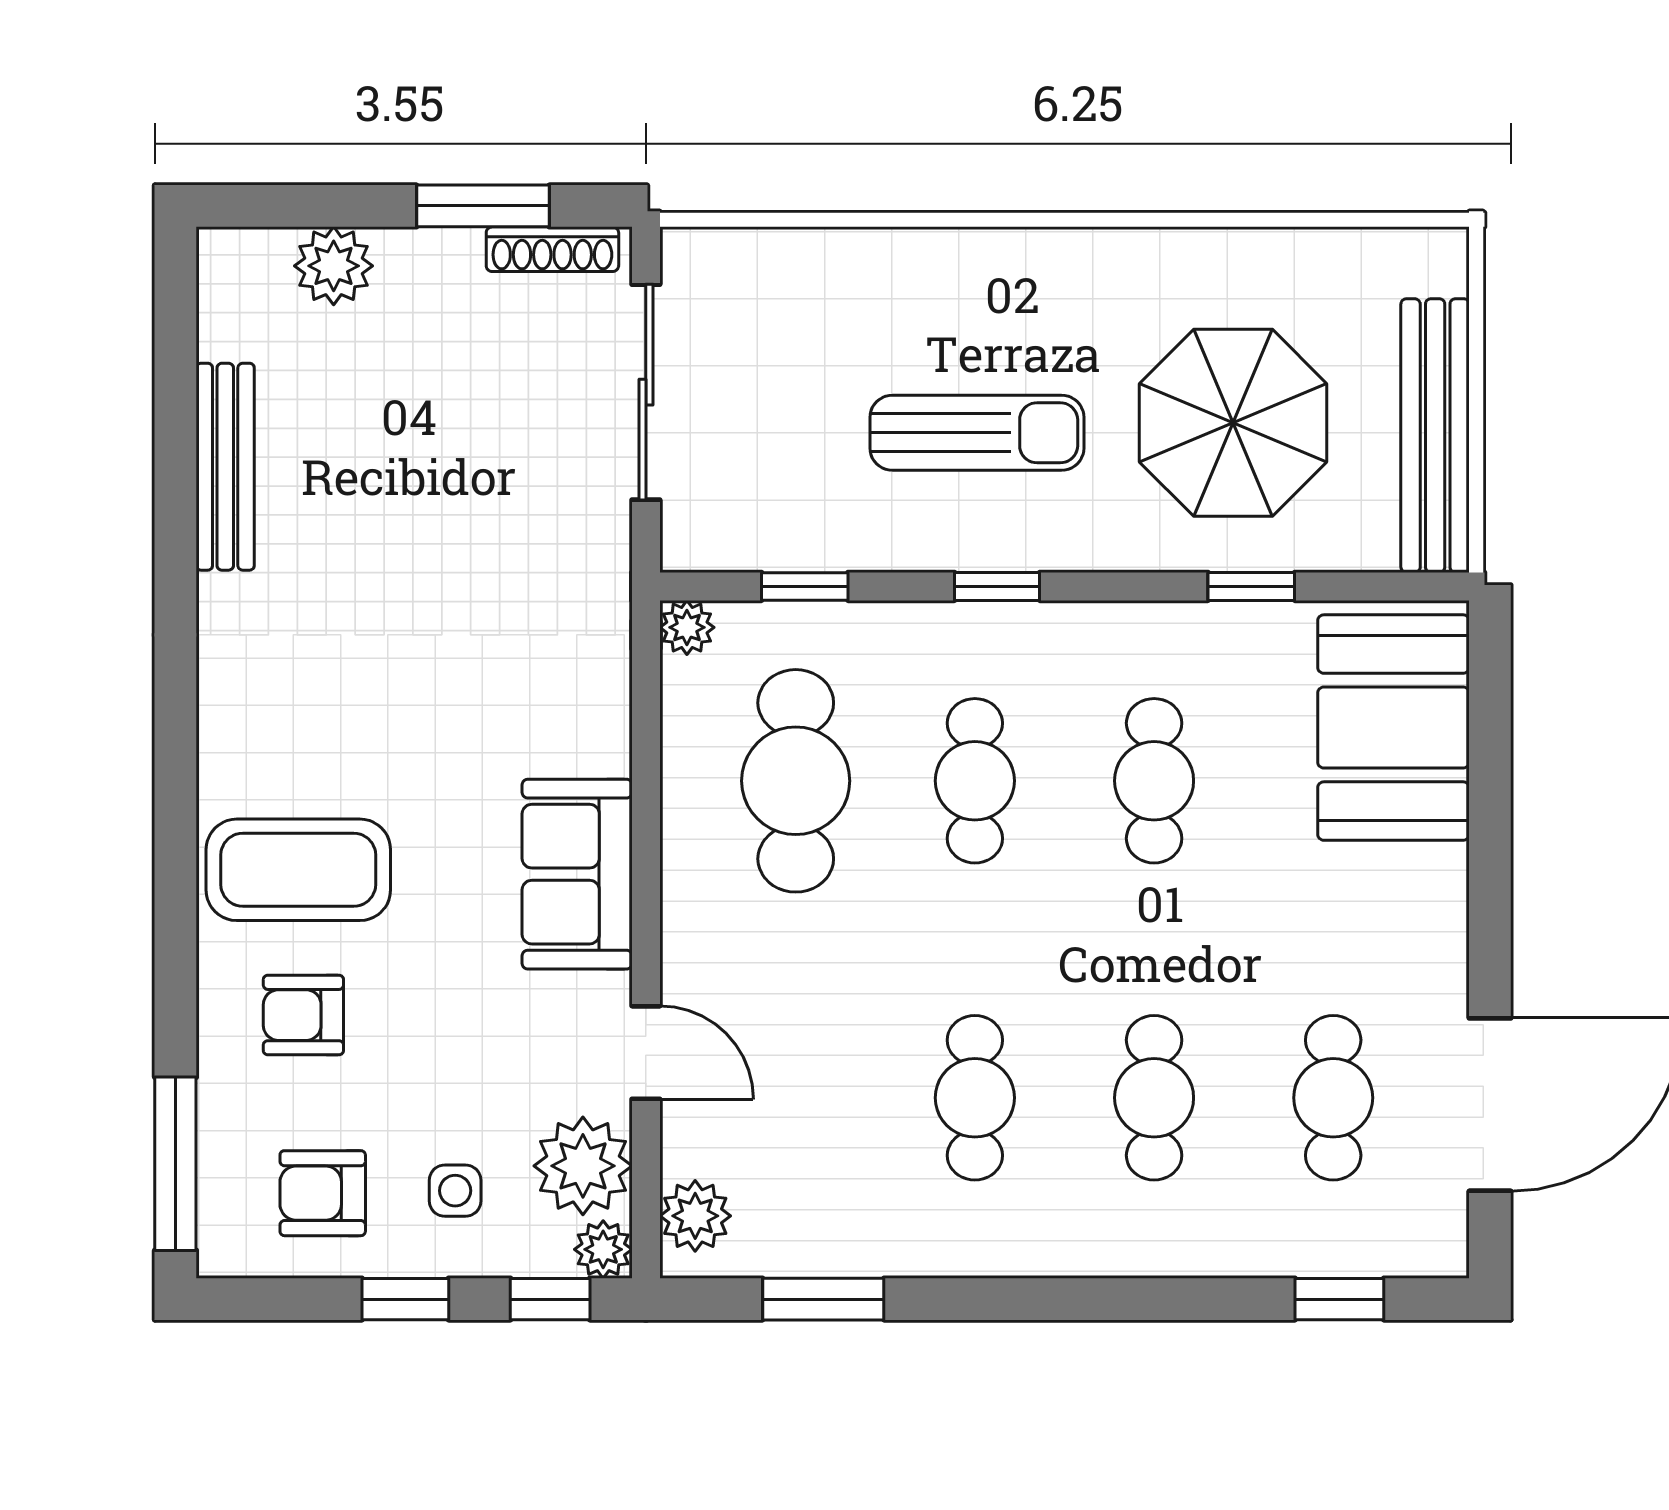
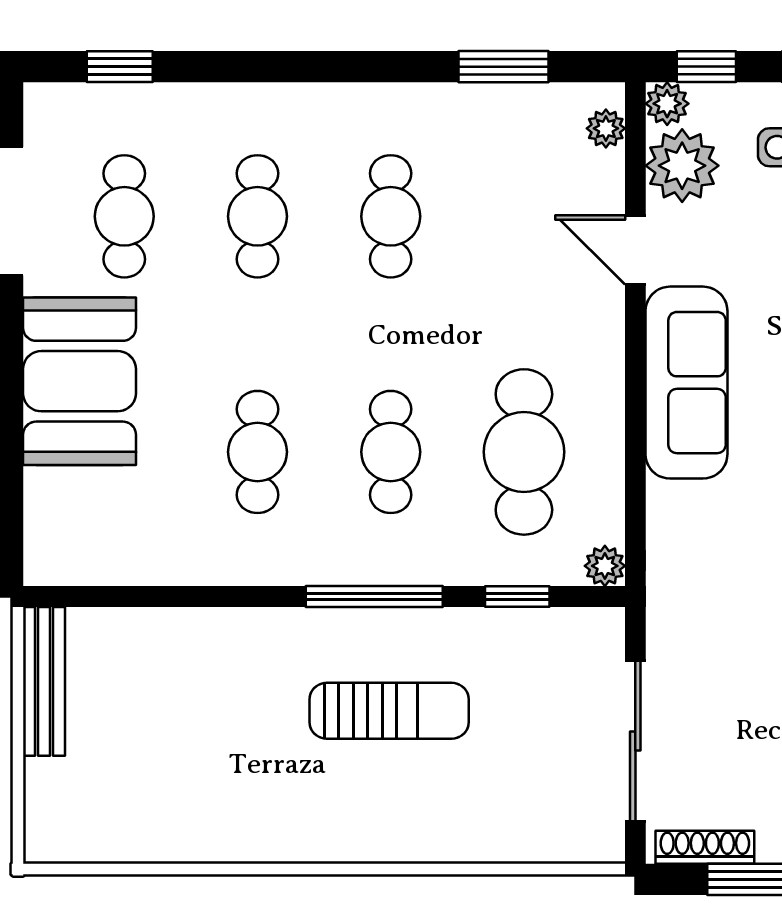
parasol: (1233, 423) -> (199, 718), removed
sun lounger: (977, 433) -> (389, 711), turned 180
bench: (1435, 436) -> (44, 681), width x0.73, depth x0.82
window: (997, 586) -> (374, 596), width x2.17
window: (1251, 586) -> (185, 596), removed
booth: (1393, 728) -> (79, 381), moved
sofa: (577, 874) -> (686, 383), width x1.36
plant: (695, 1216) -> (606, 128), width x0.73, depth x0.73

